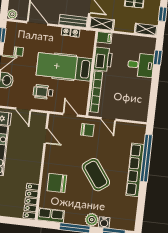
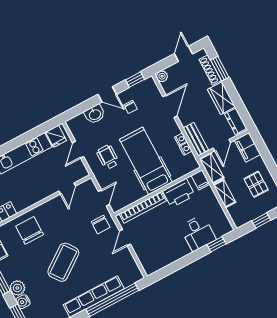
shelving: (146, 29) -> (225, 194), moved

